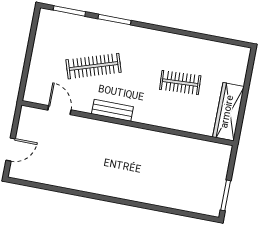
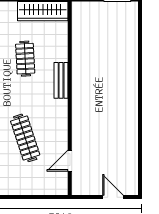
bench: (112, 110) -> (61, 80), moved

